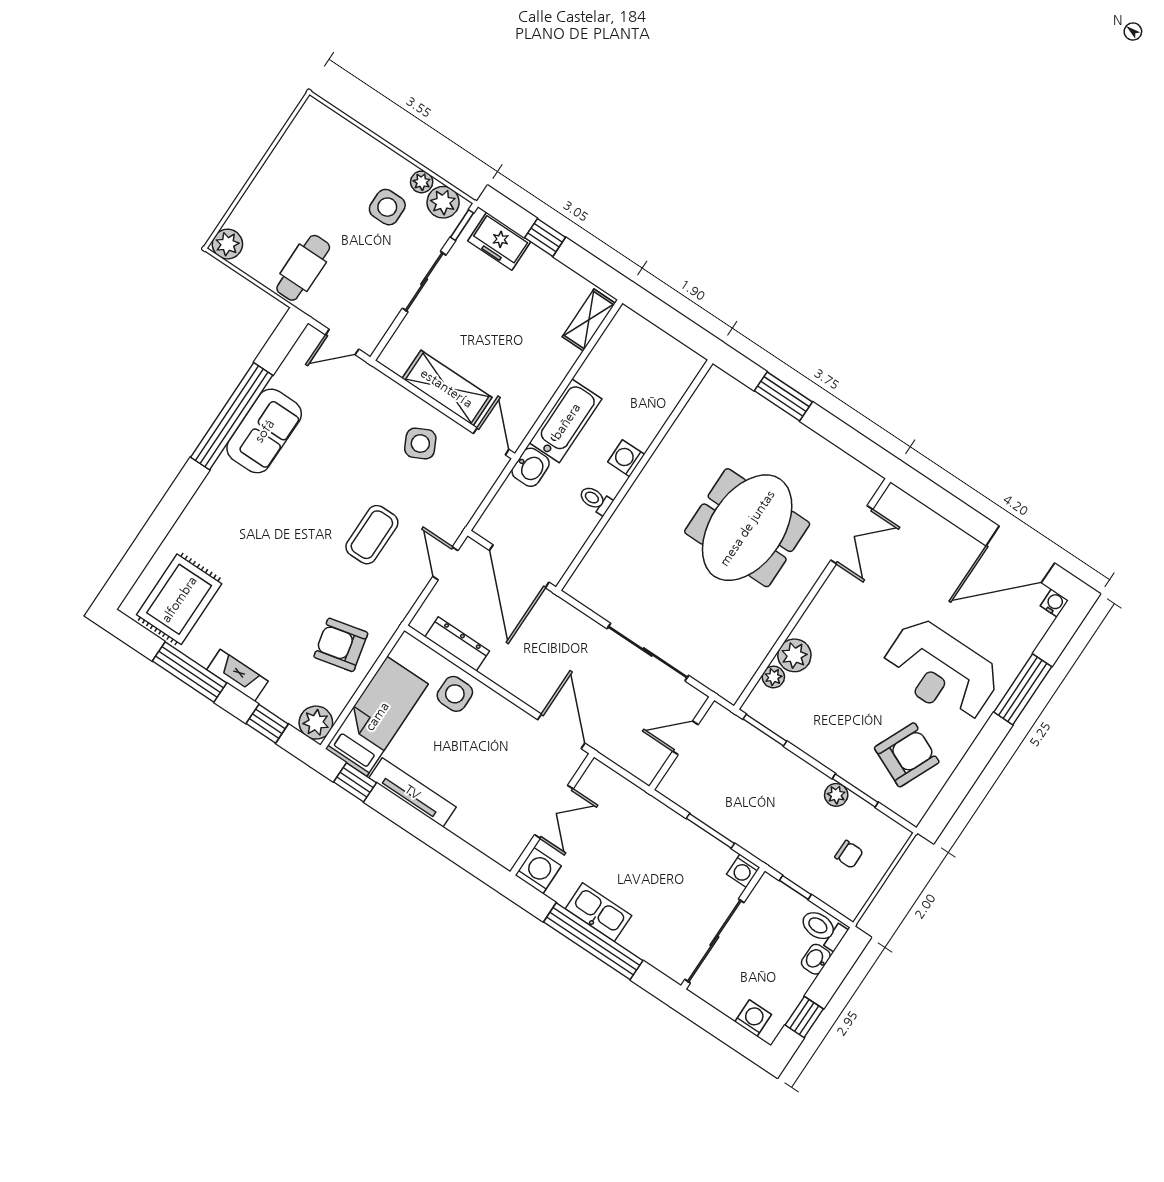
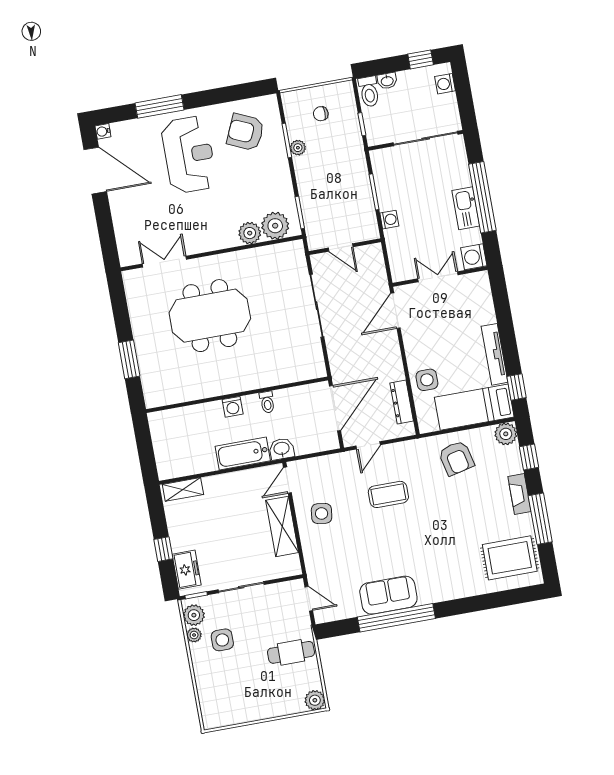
side table: (420, 443) -> (322, 514), turned 34
plant: (773, 677) -> (275, 226), width x1.88, depth x1.88
chair: (849, 854) -> (321, 114), turned -90
washing machine: (743, 871) -> (389, 220), moved

